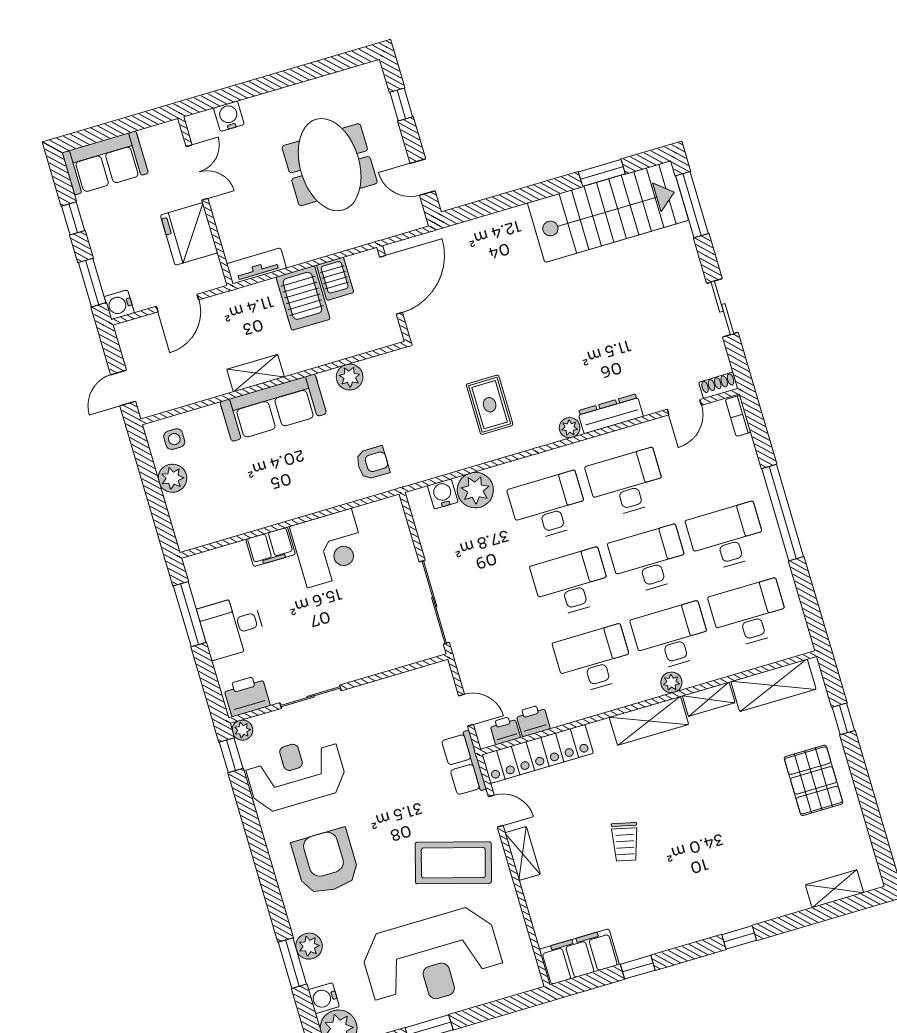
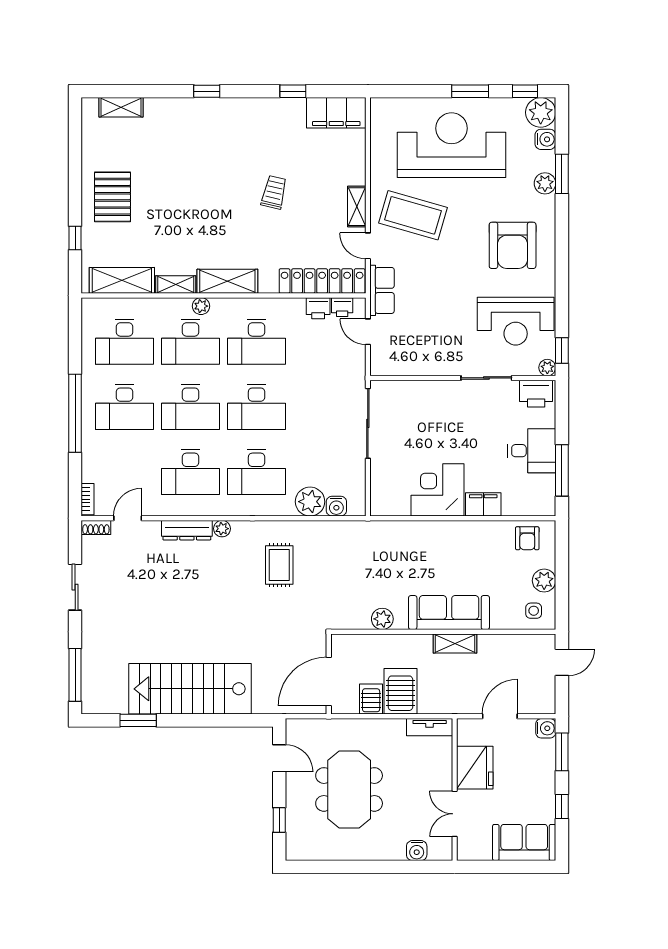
stairs: (608, 212) -> (190, 689), moved
armchair: (373, 463) -> (527, 538), moved, turned -90

